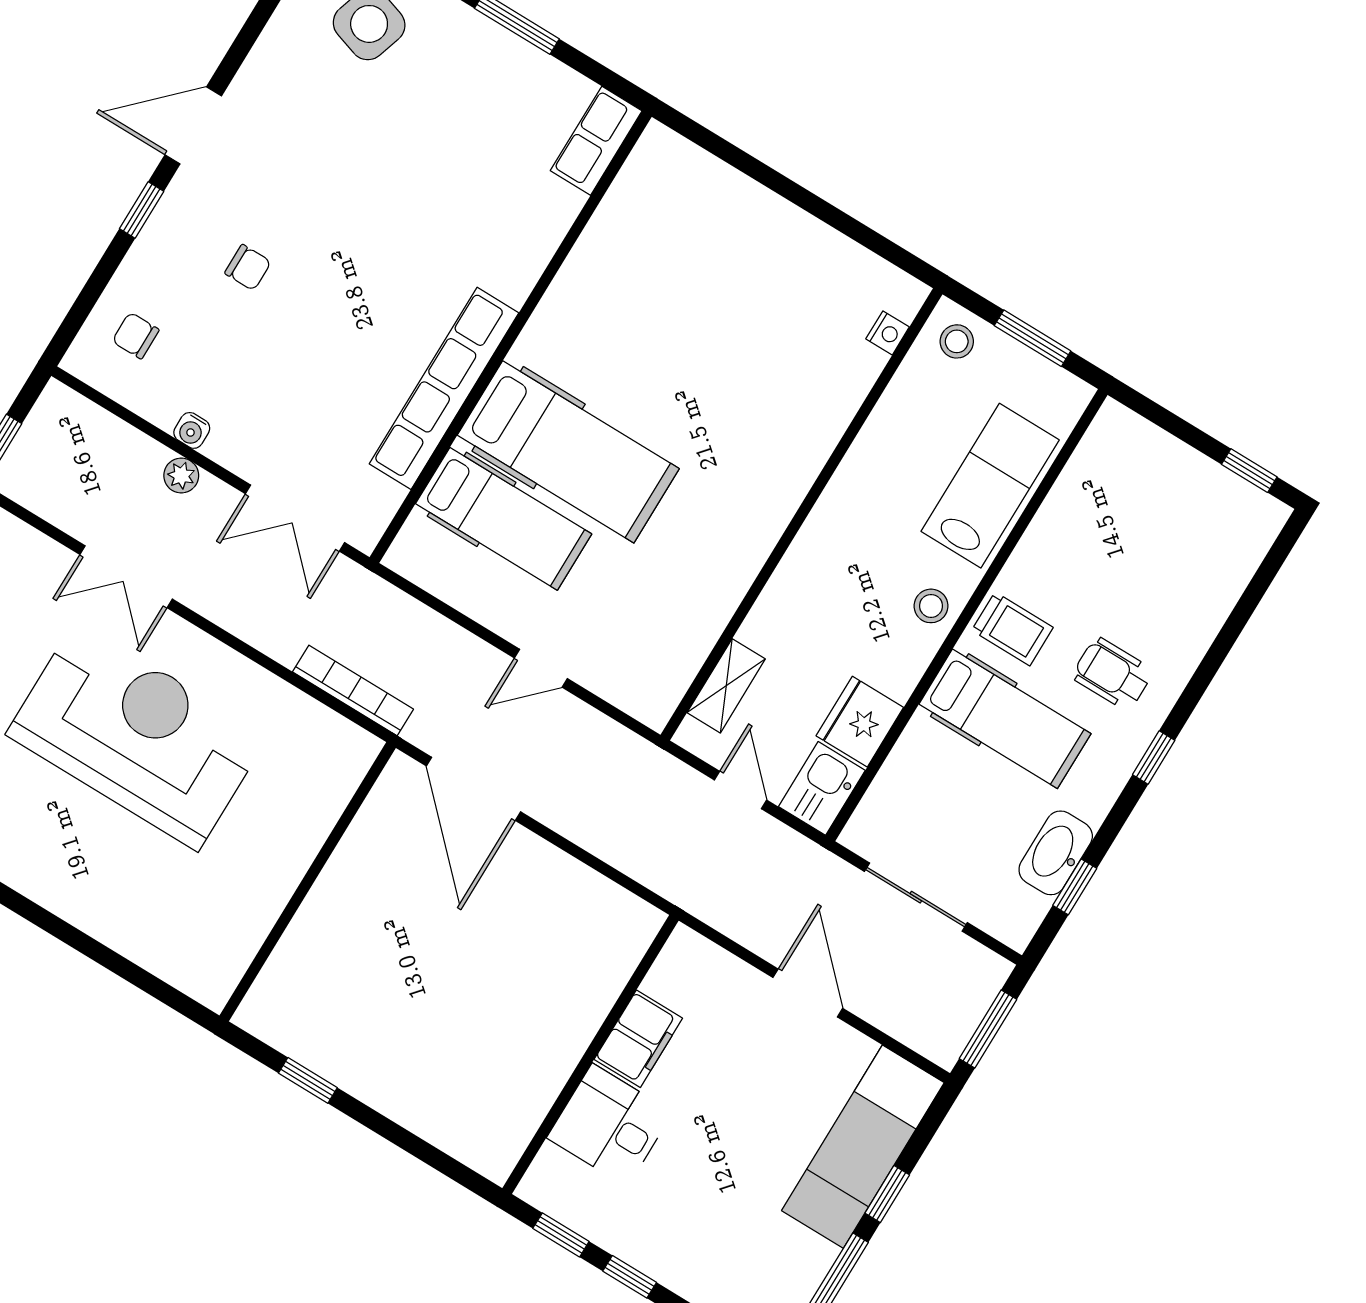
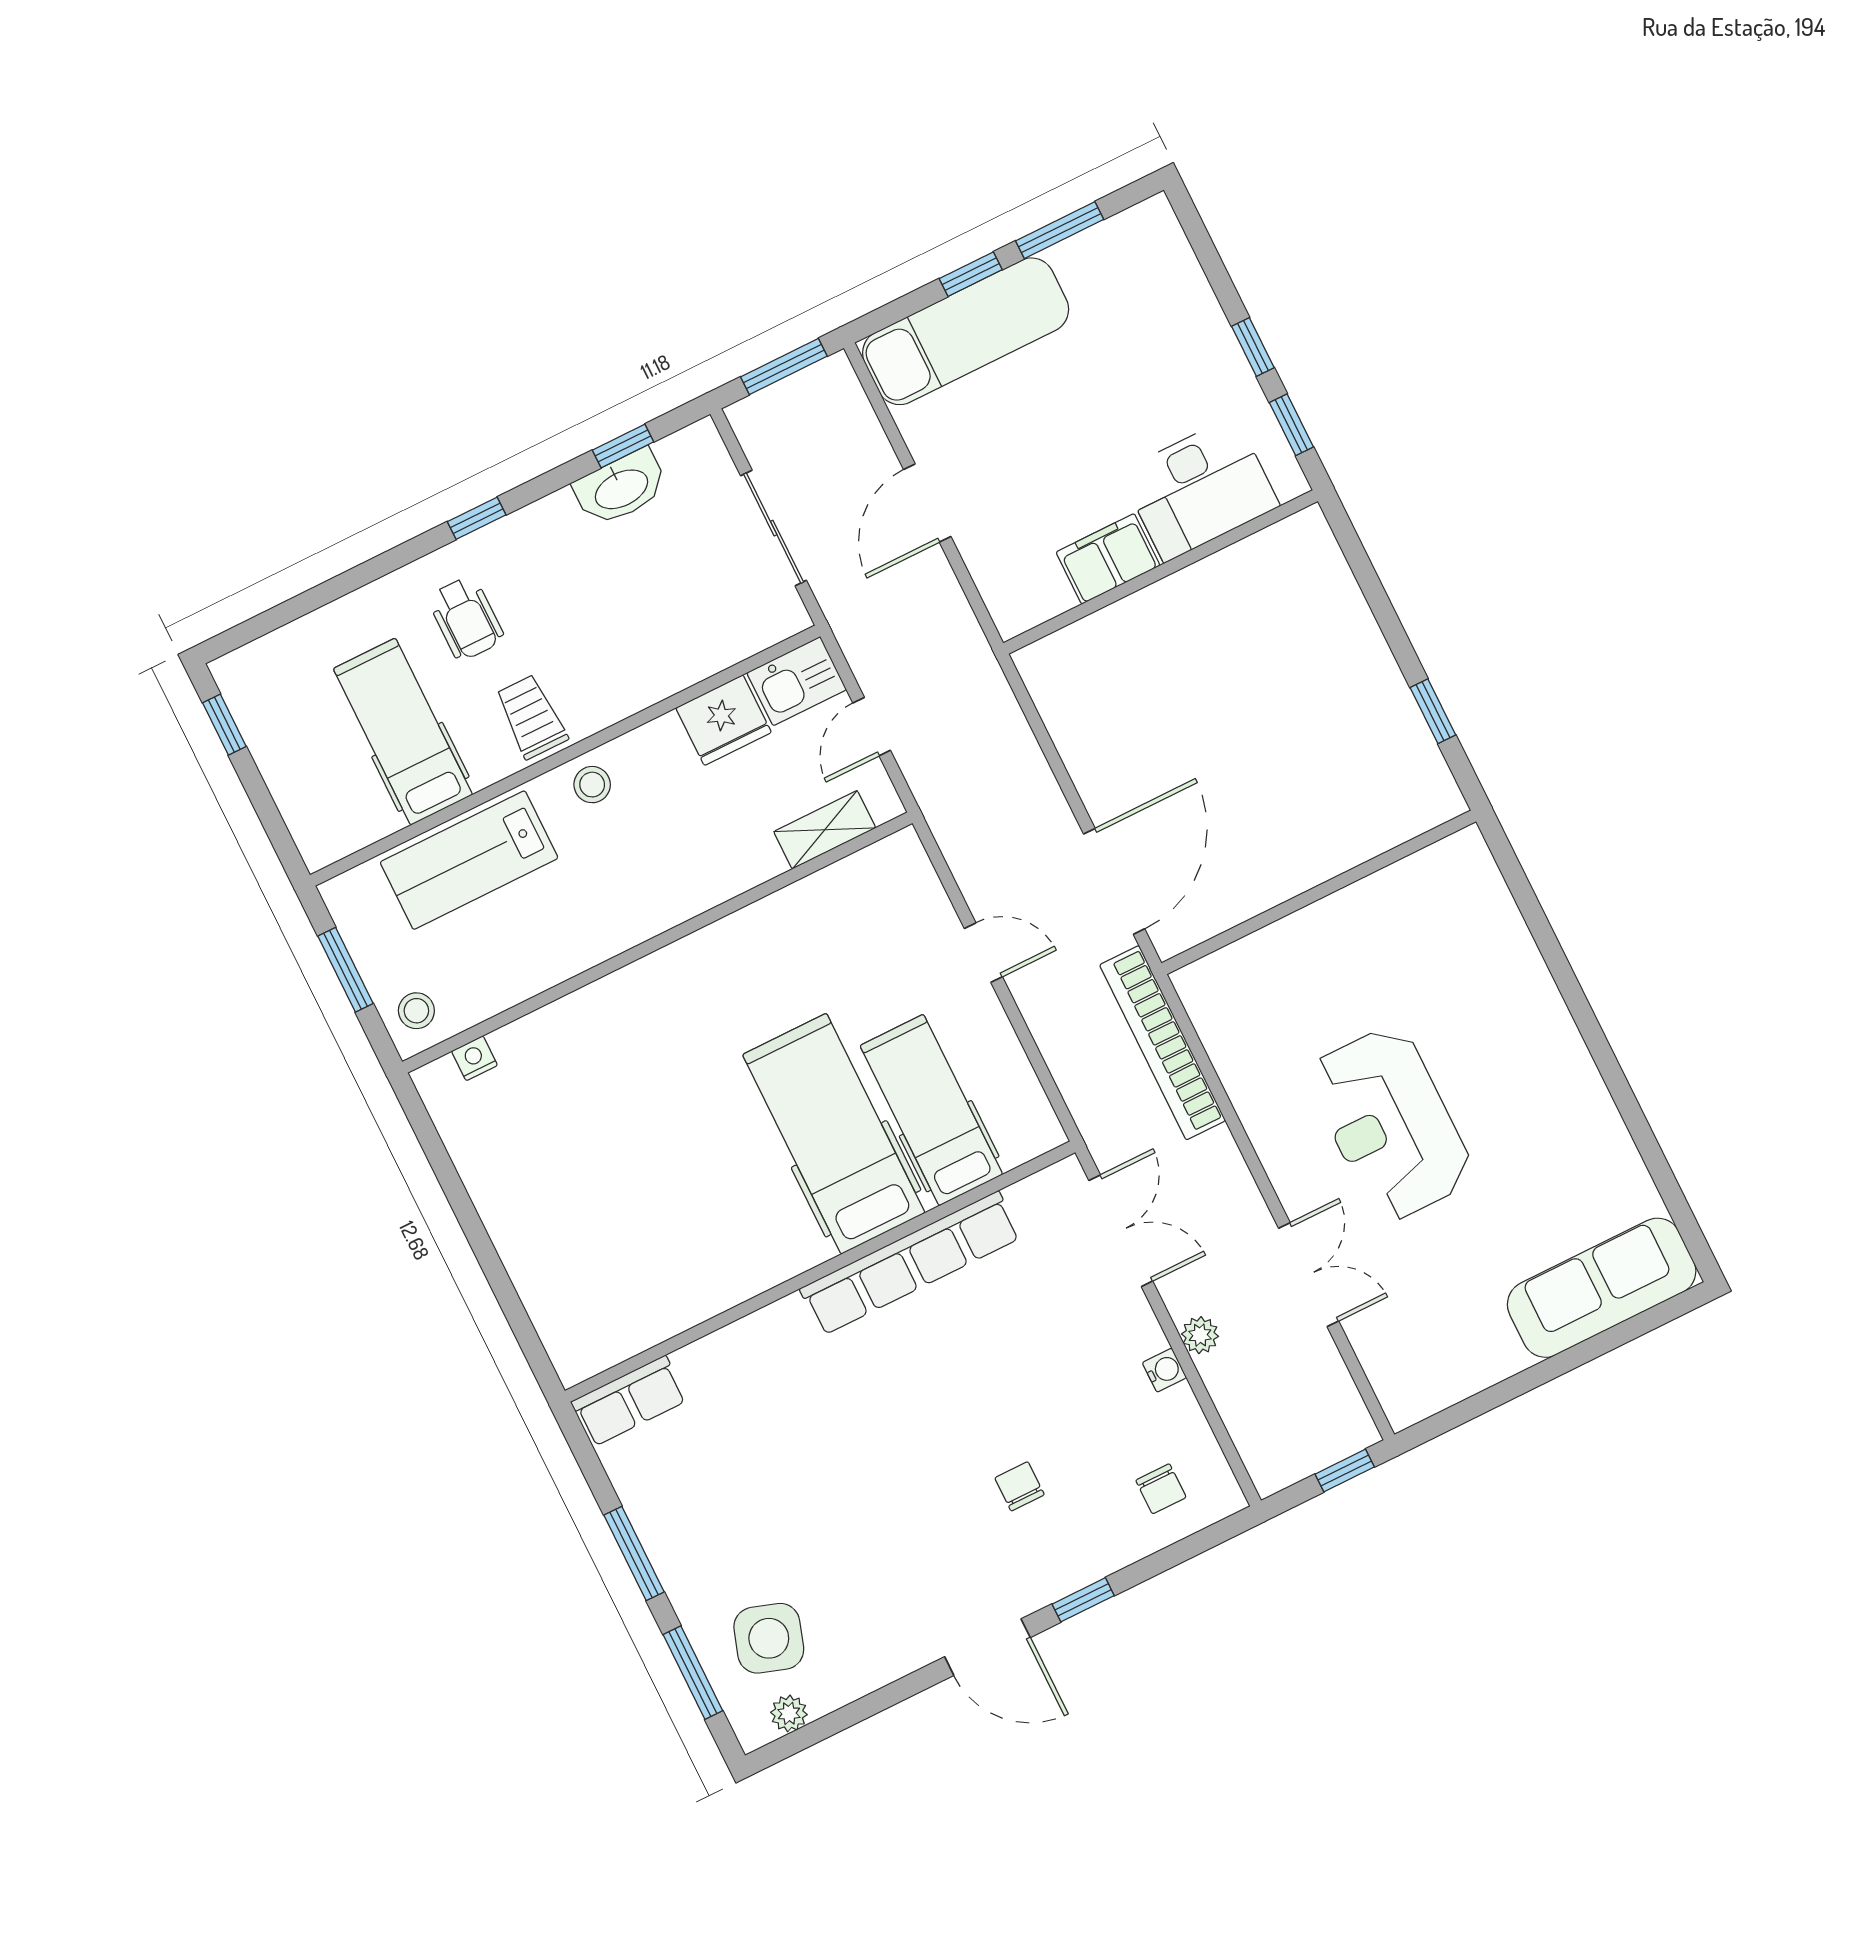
bookcase: (353, 690) -> (1163, 1043), width x1.48, depth x1.31
hospital bed: (1005, 719) -> (403, 732), moved
reception desk: (137, 735) -> (1390, 1124), width x0.74, depth x0.77
desk: (610, 1125) -> (1200, 489), width x1.37

